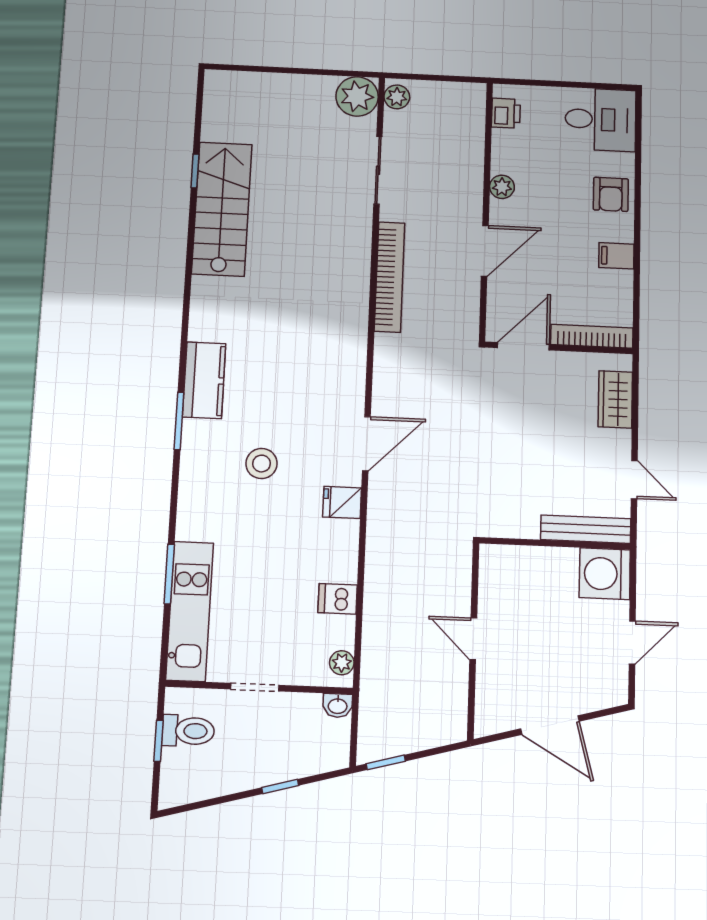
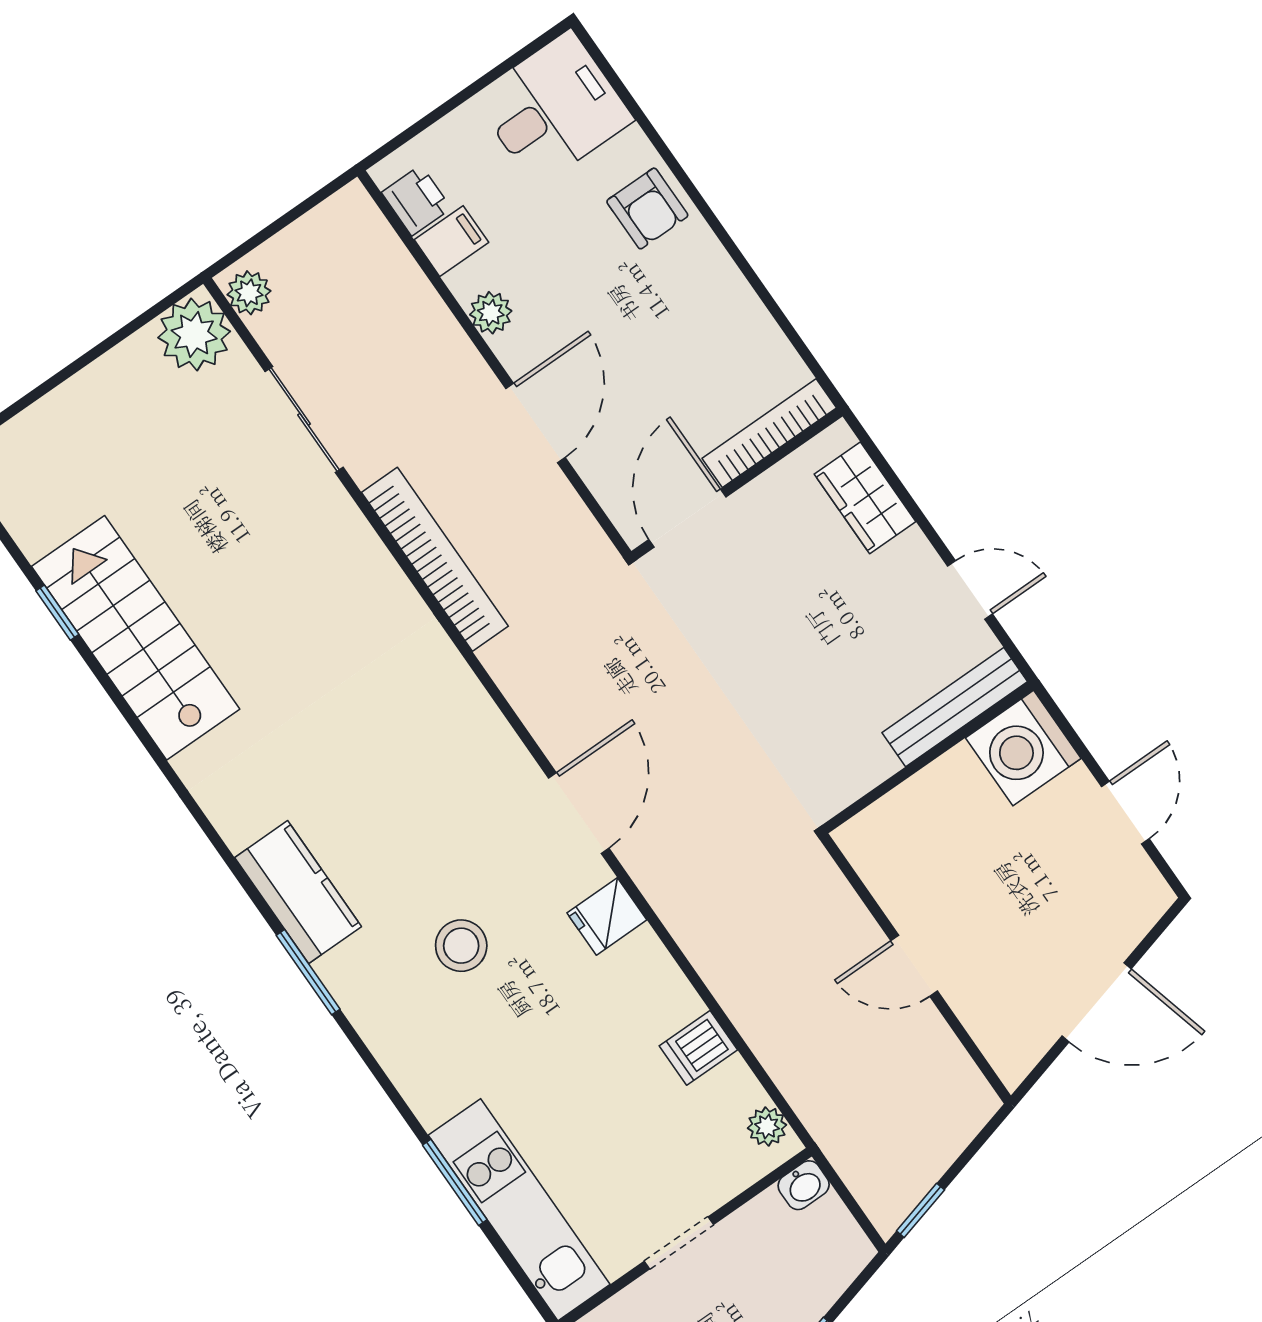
filing cabinet: (616, 256) -> (451, 241), moved, turned 180

